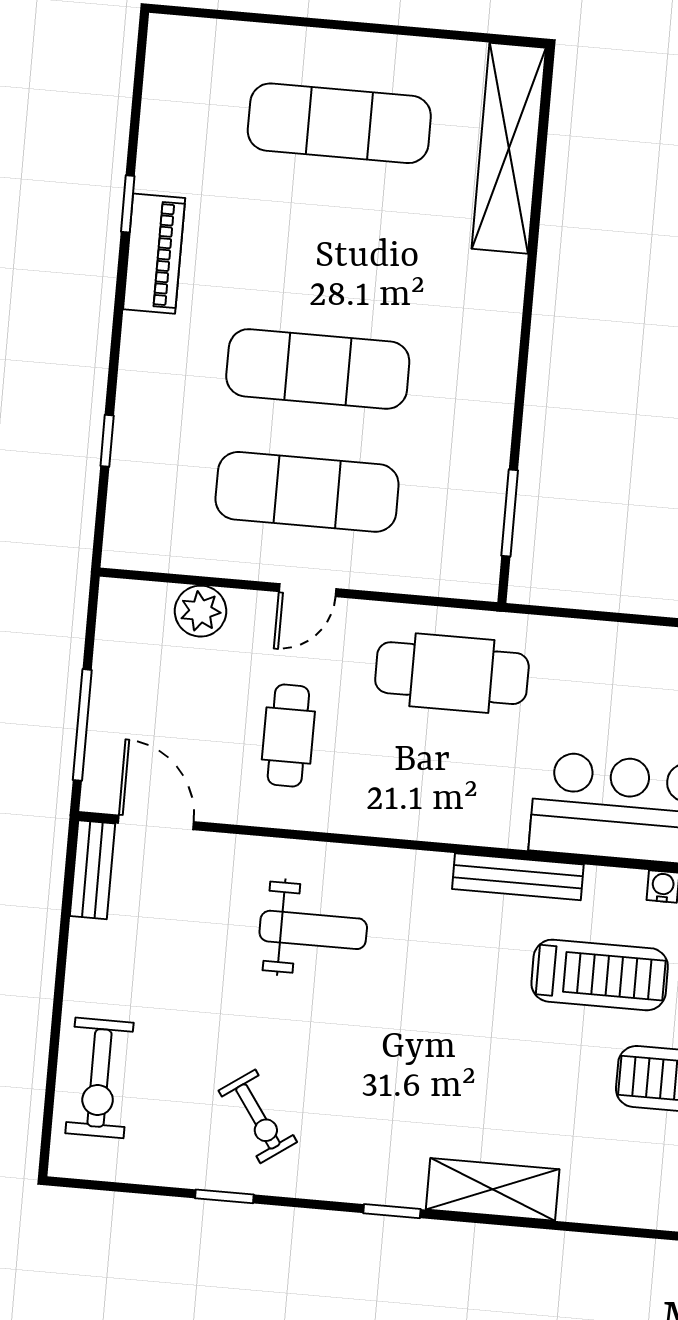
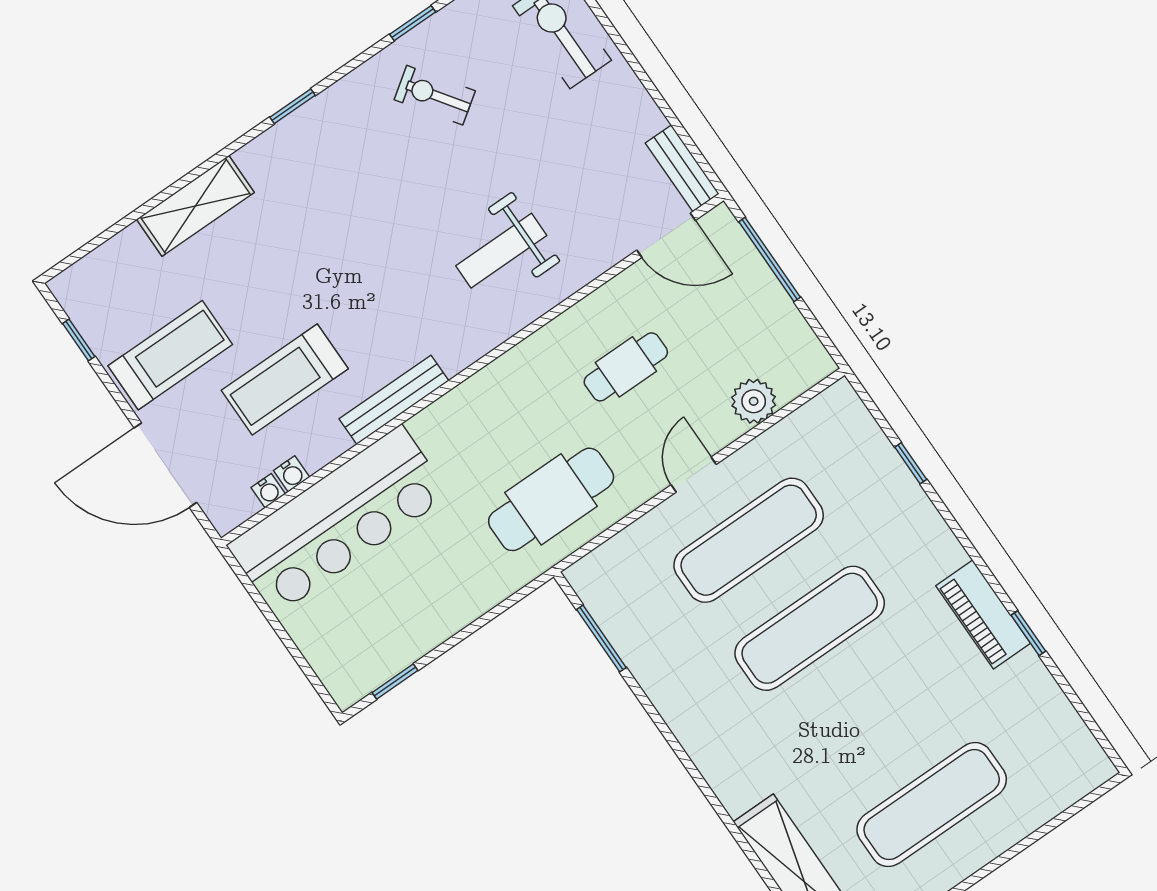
cafe table: (288, 735) -> (626, 367), turned 90
shelving: (493, 1189) -> (195, 206), moved

